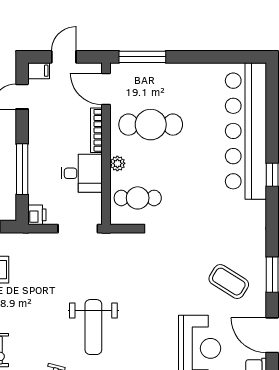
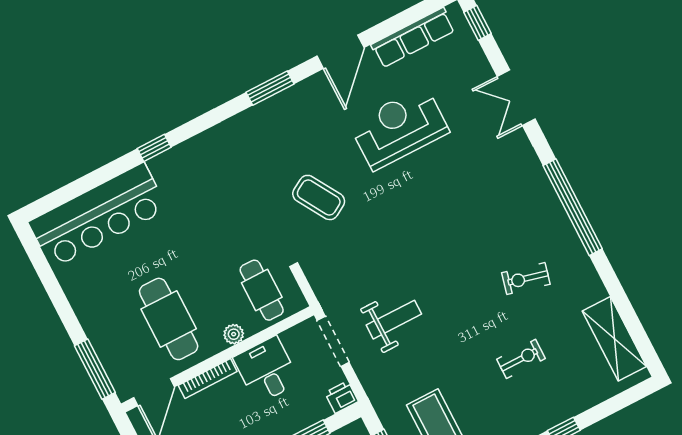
bar counter: (246, 131) -> (98, 215), width x0.73
coffee table: (229, 282) -> (319, 197), moved, turned -63
weight bench: (93, 327) -> (394, 320), moved, width x0.73, depth x0.75

